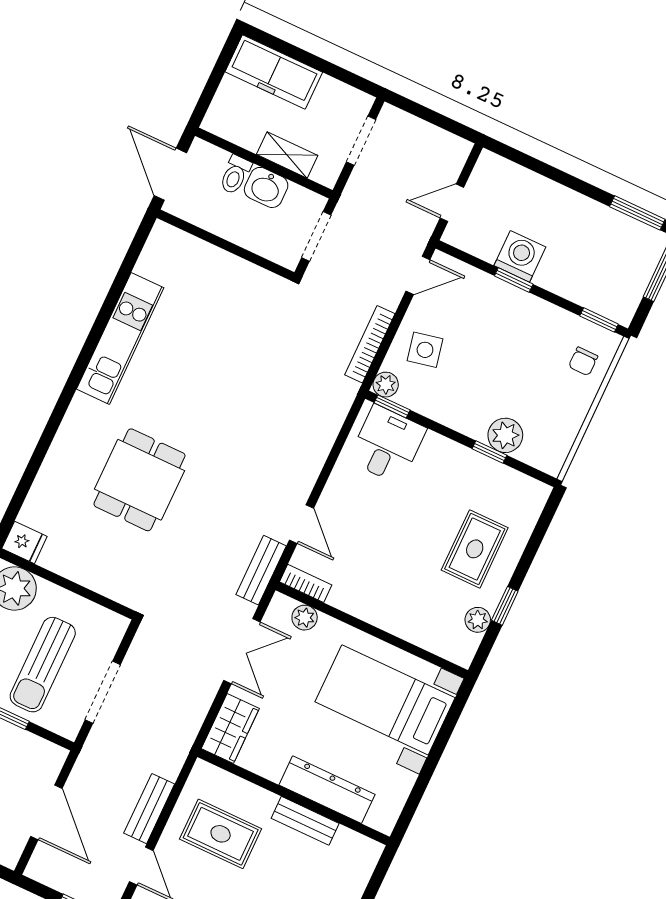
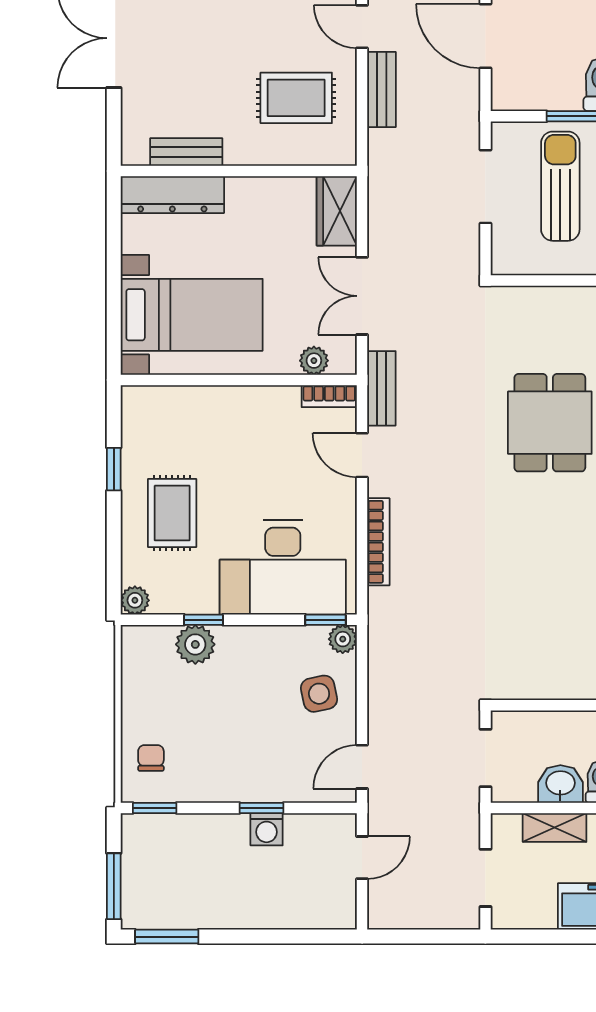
washing machine: (520, 256) -> (267, 829), width x0.73, depth x0.73
bookcase: (370, 344) -> (378, 542), moved
desk: (387, 445) -> (283, 567), width x1.87, depth x1.30
plant: (478, 620) -> (135, 600), moved
dresser: (327, 790) -> (172, 195), moved
bench: (305, 821) -> (186, 152), moved

